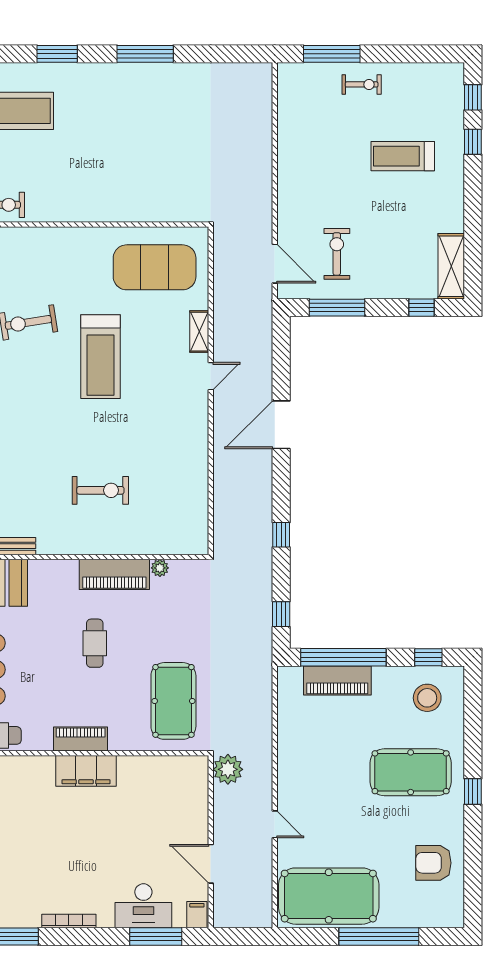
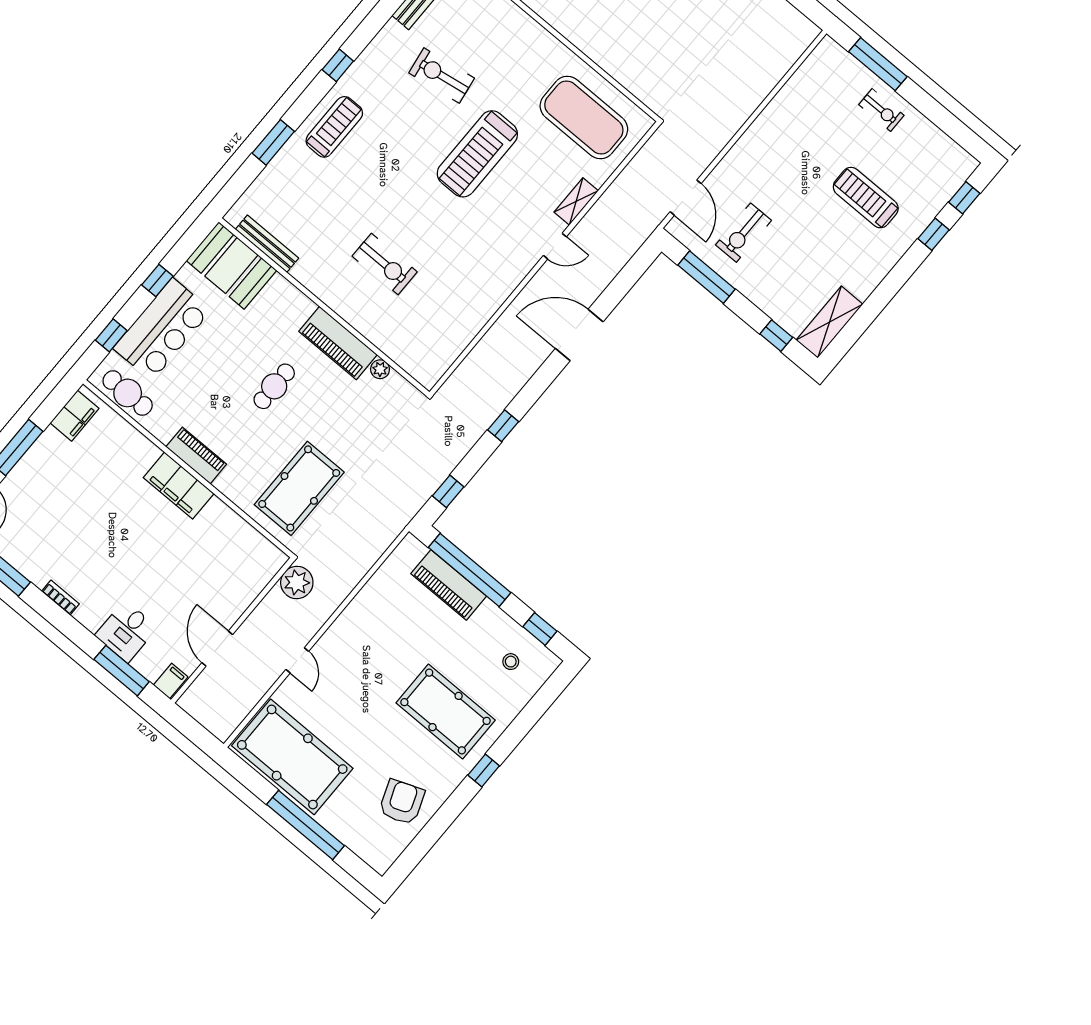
exercise bike: (337, 254) -> (744, 233), turned 180
stool: (427, 698) -> (511, 662), width x0.53, depth x0.53
armchair: (433, 863) -> (402, 802), turned 69
desk: (143, 906) -> (126, 631), width x0.73
bookcase: (69, 921) -> (60, 598), width x0.64

